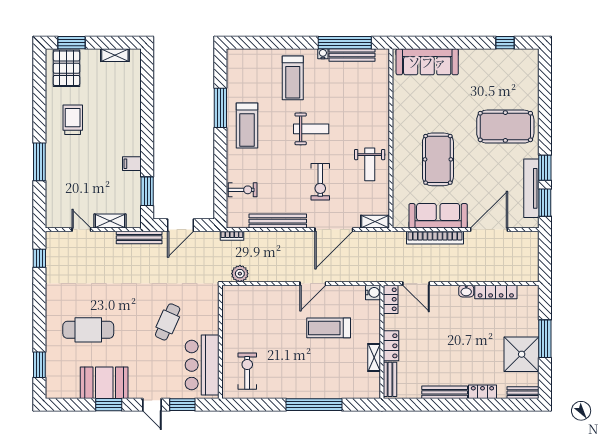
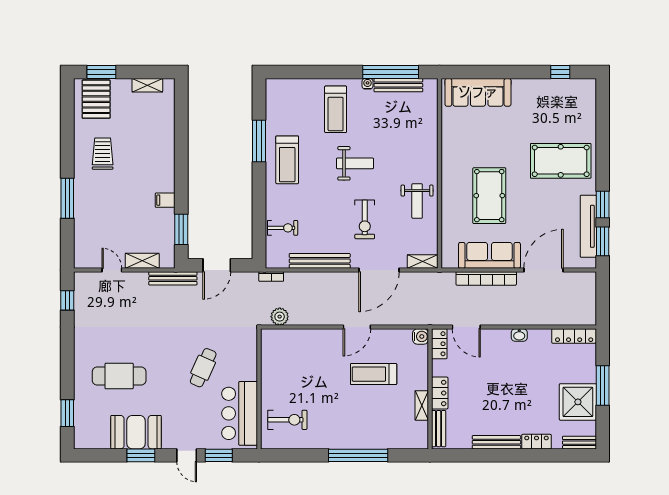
locker: (496, 292) -> (574, 336), moved
exercise bike: (247, 371) -> (287, 420), turned 90

